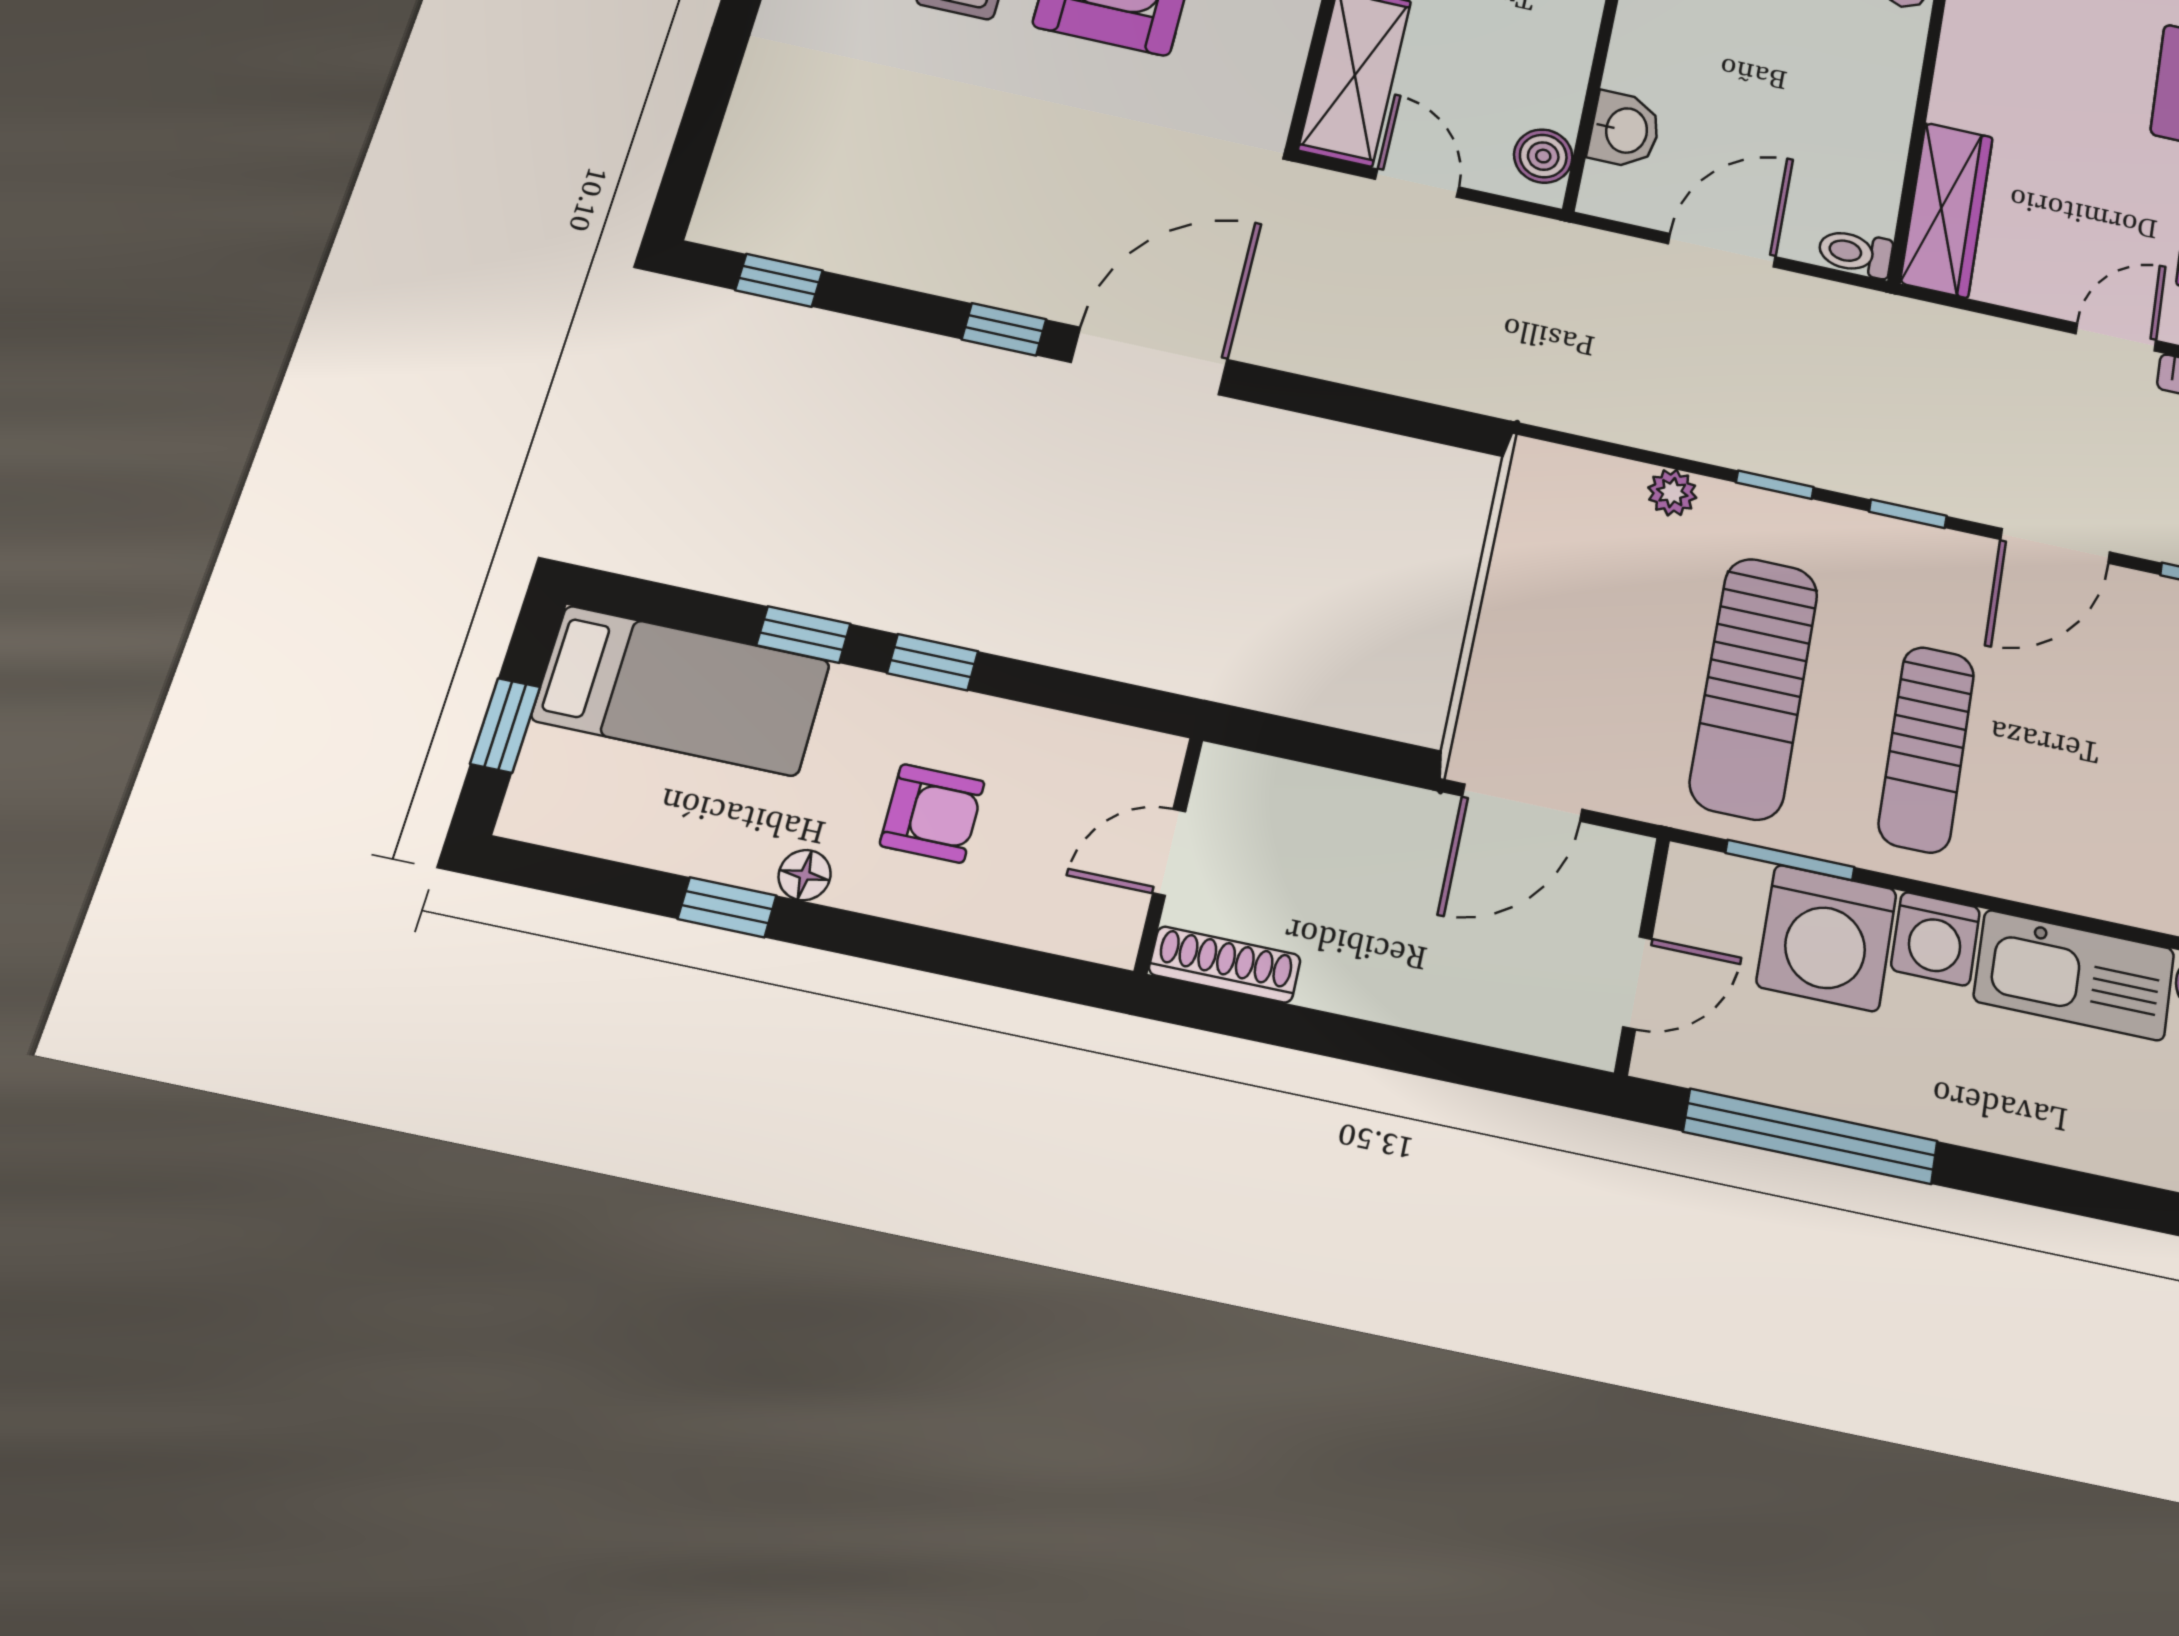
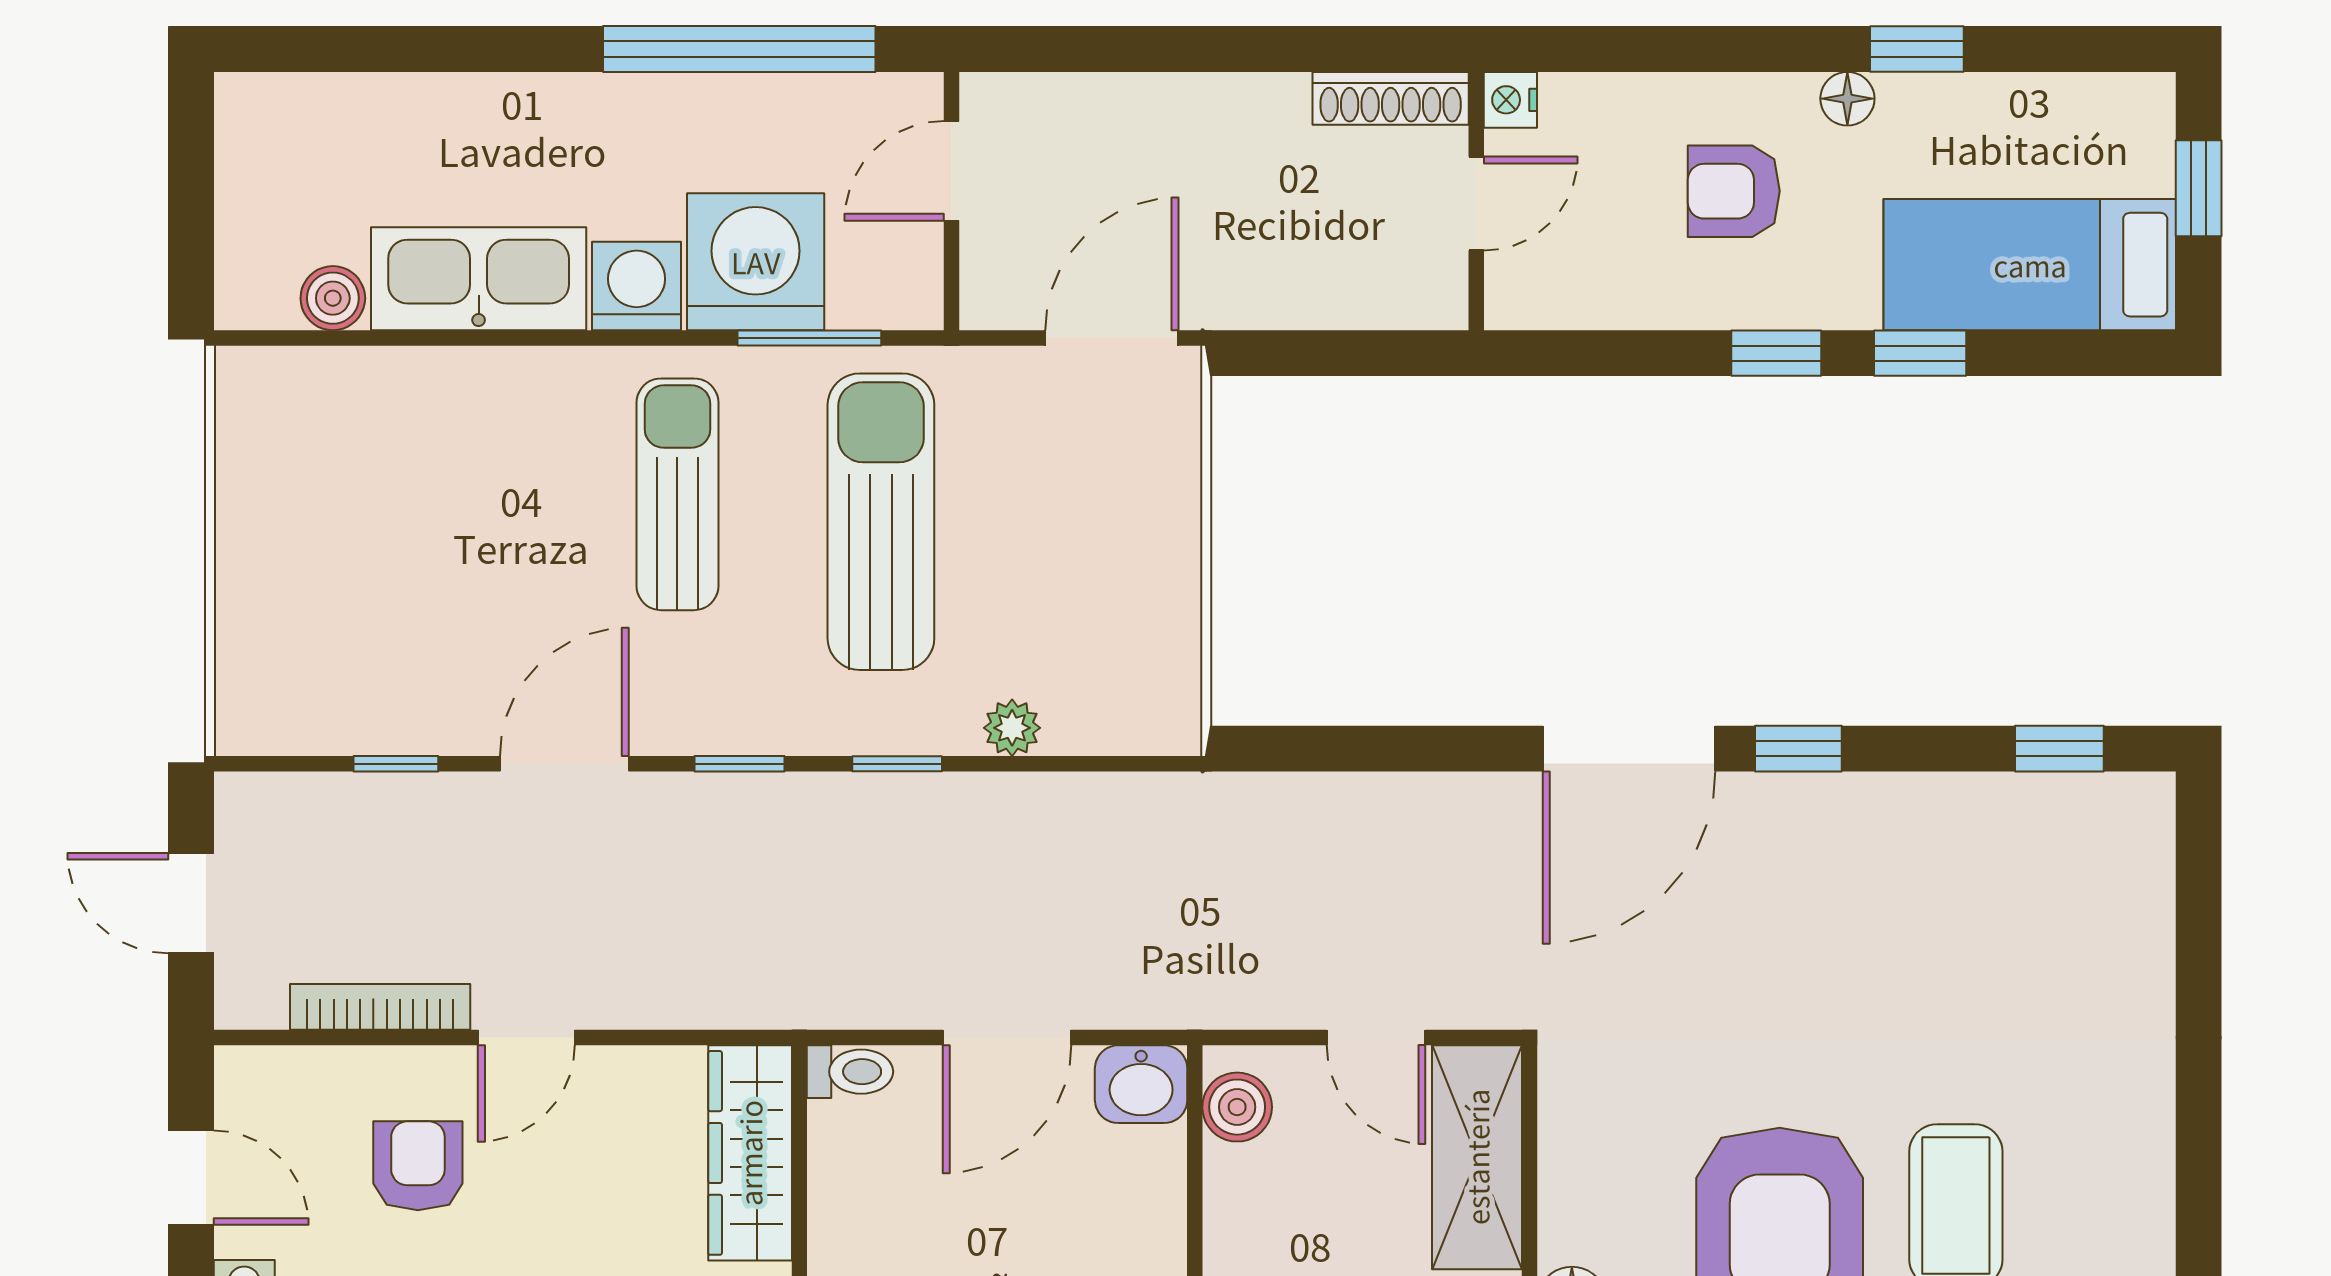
washbasin: (1625, 130) -> (1141, 1084), moved, turned -90
nightstand: (1115, 940) -> (1510, 100), added

